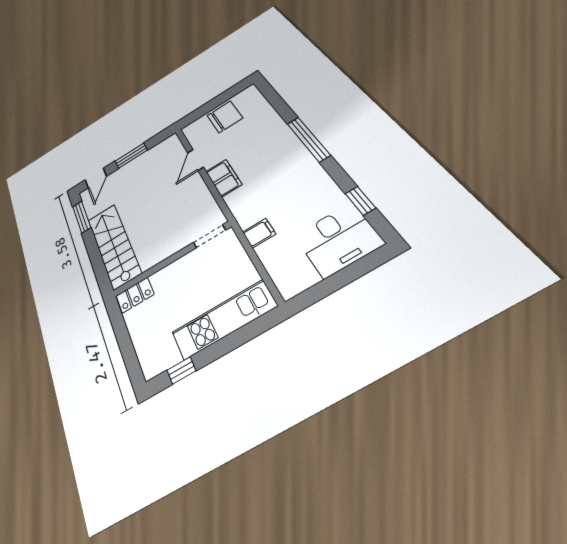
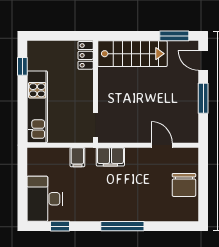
filing cabinet: (224, 178) -> (110, 157), moved

